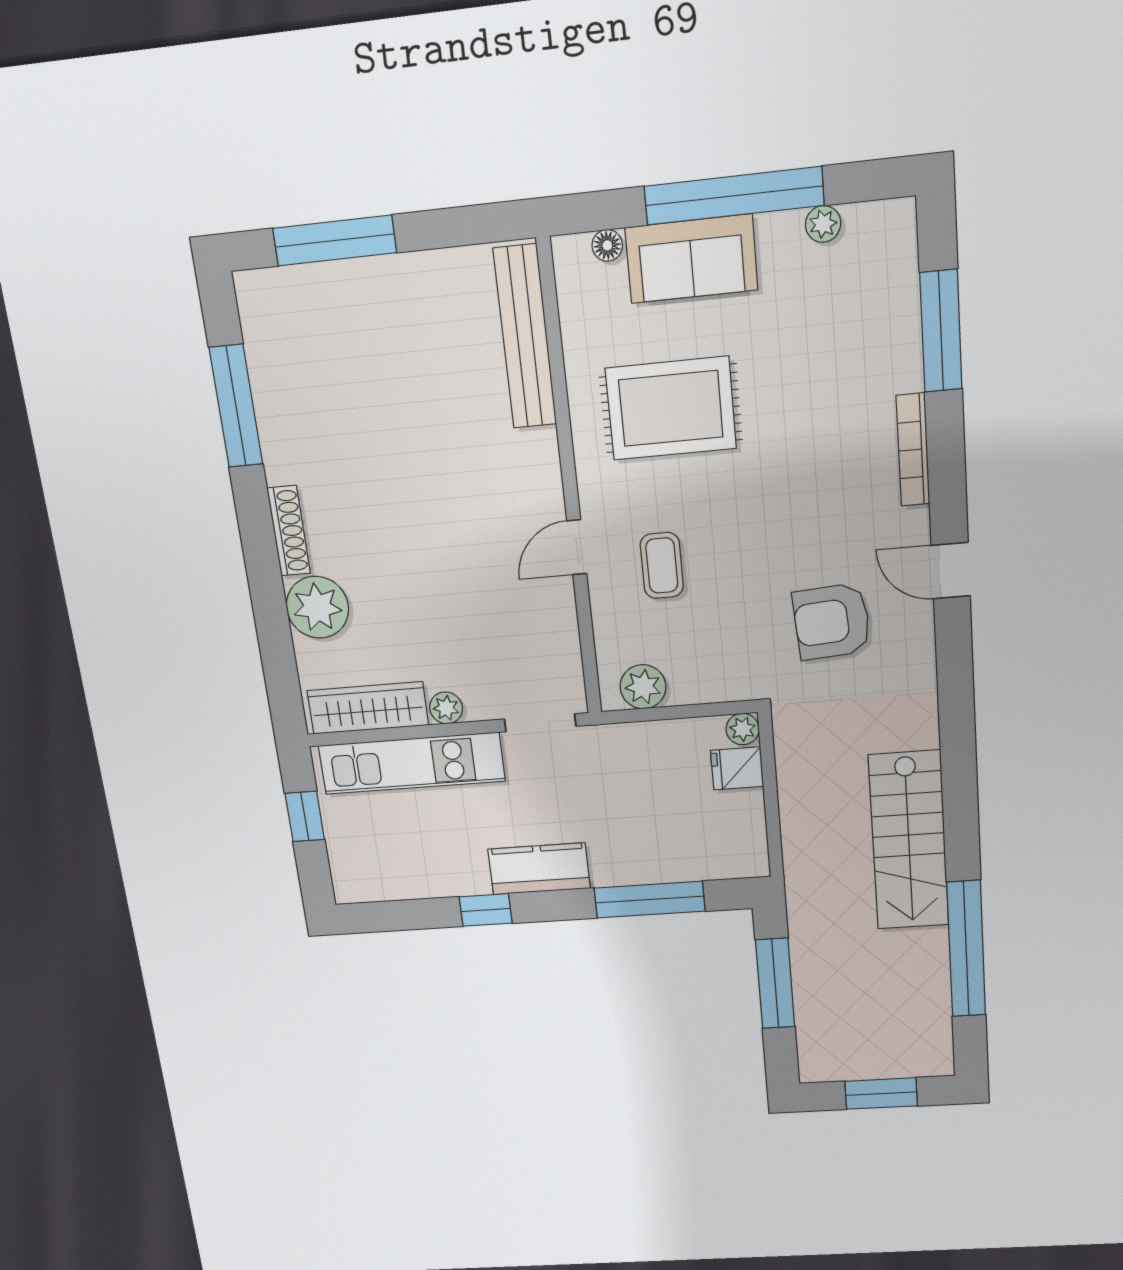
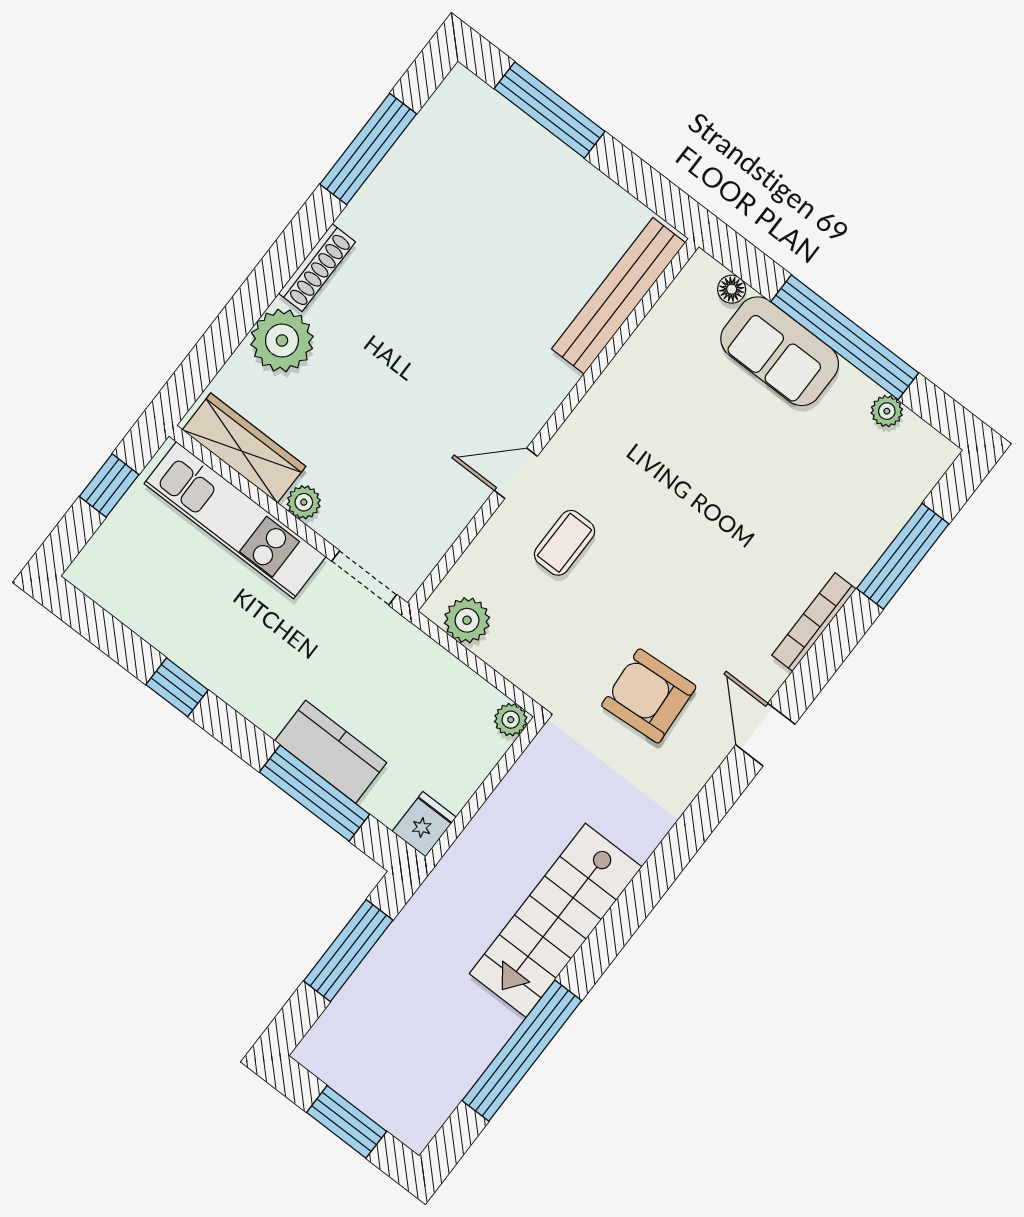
rug: (671, 408) -> (674, 438), removed
fridge: (737, 768) -> (424, 824), moved, turned 90
kitchen counter: (539, 869) -> (331, 752), moved

